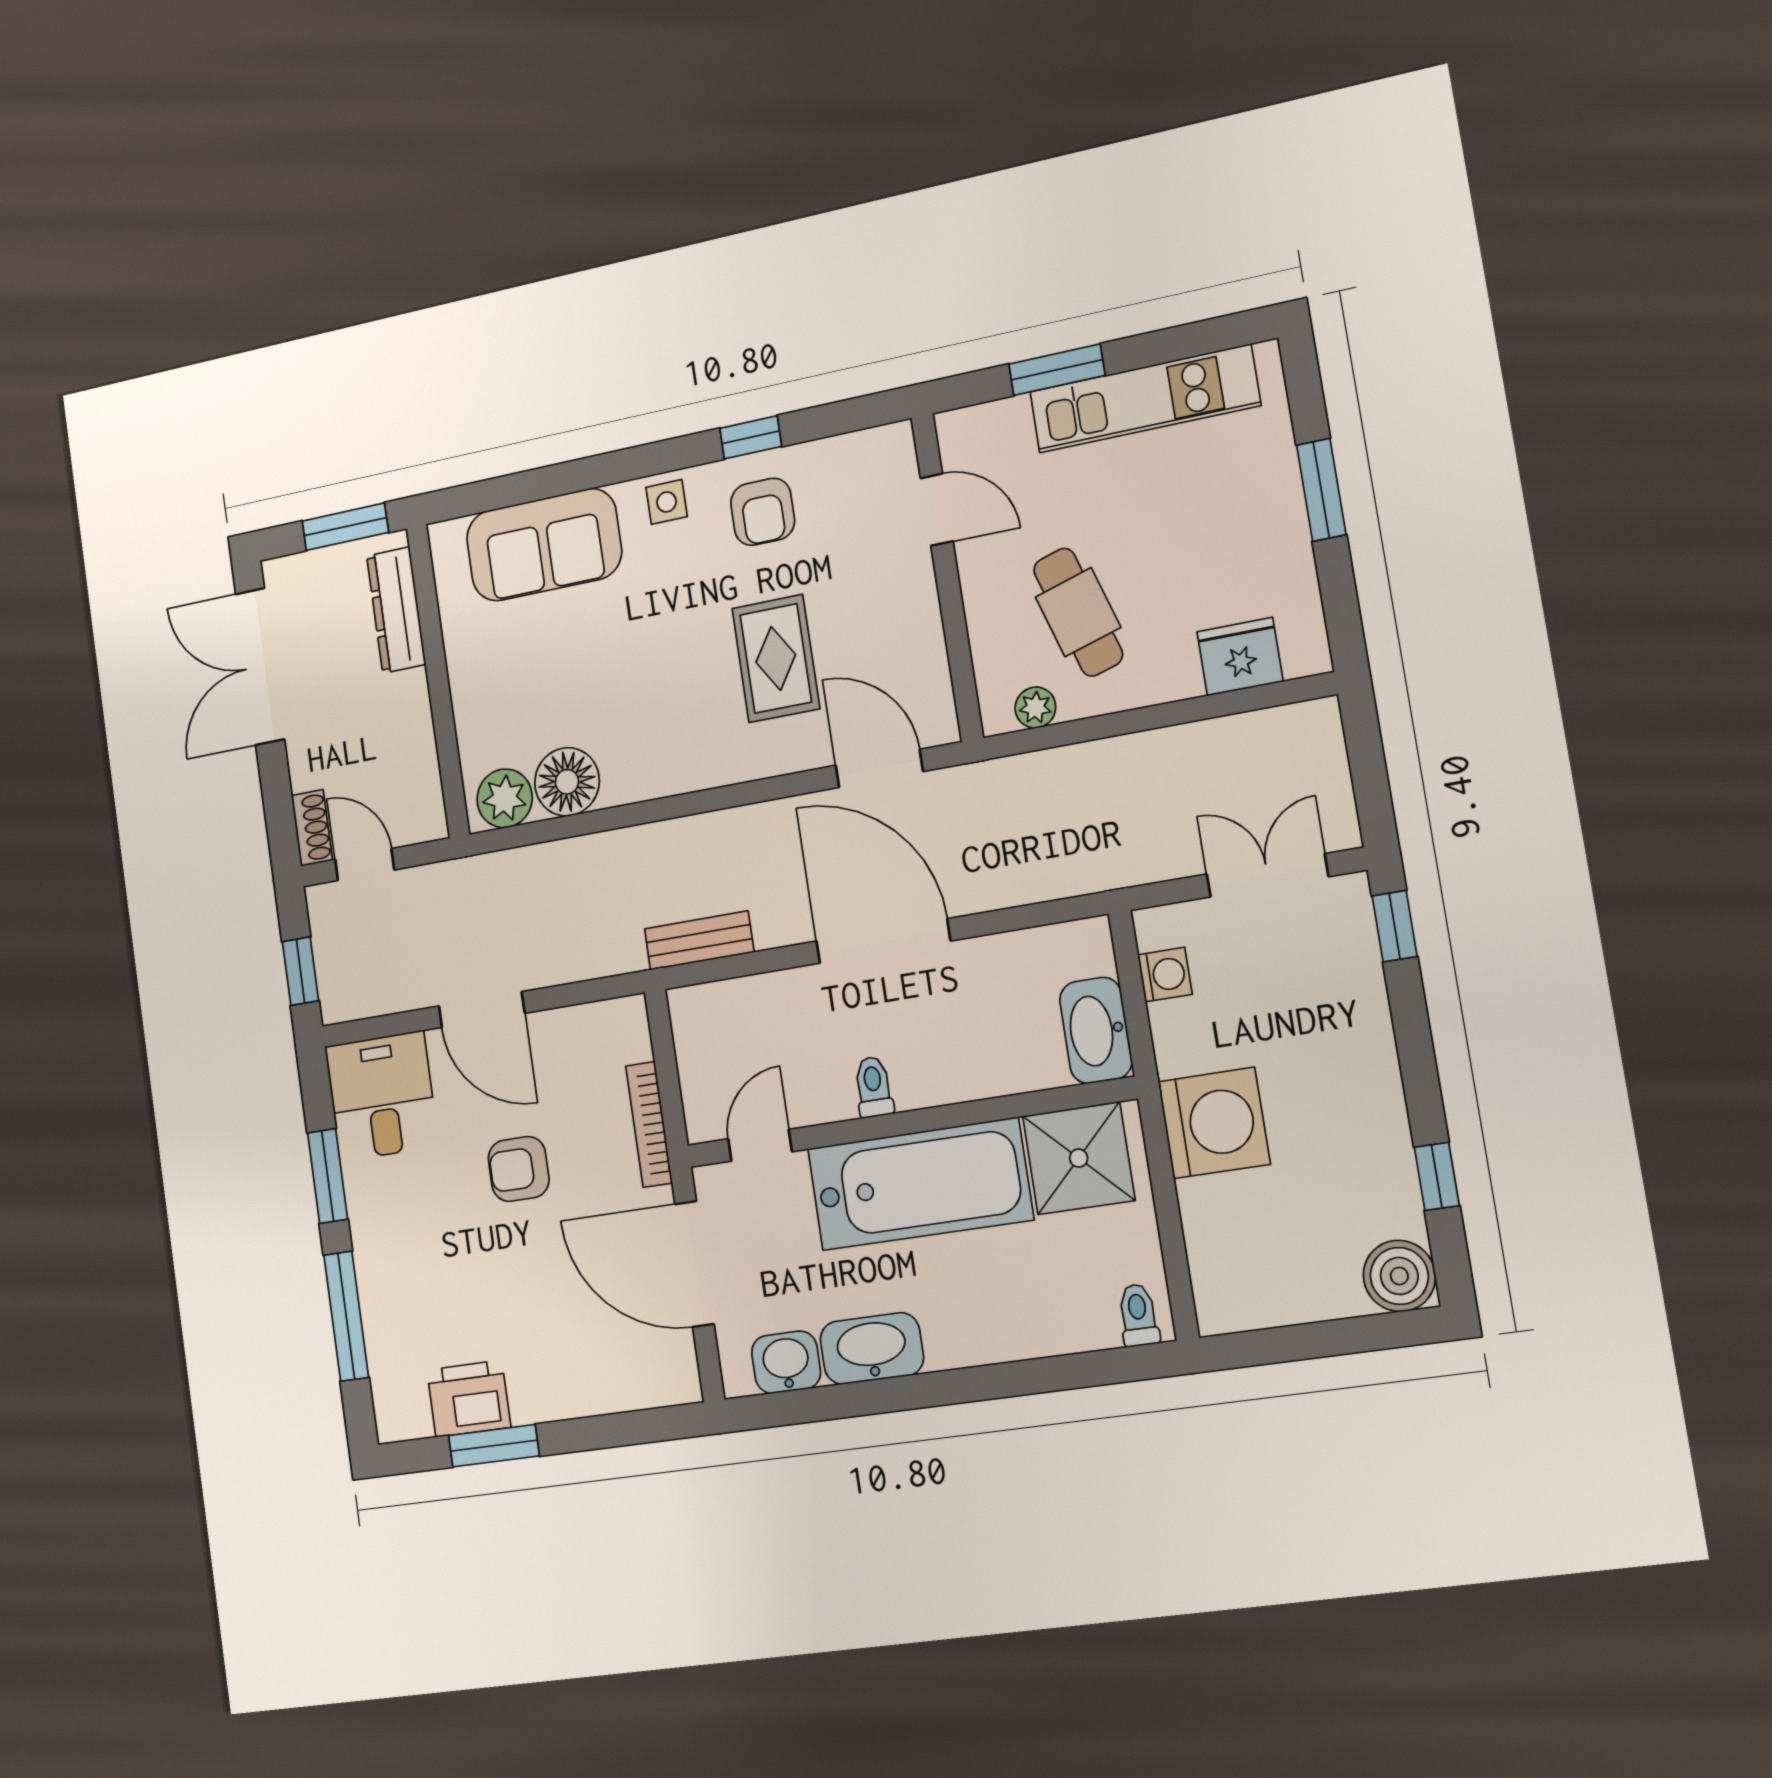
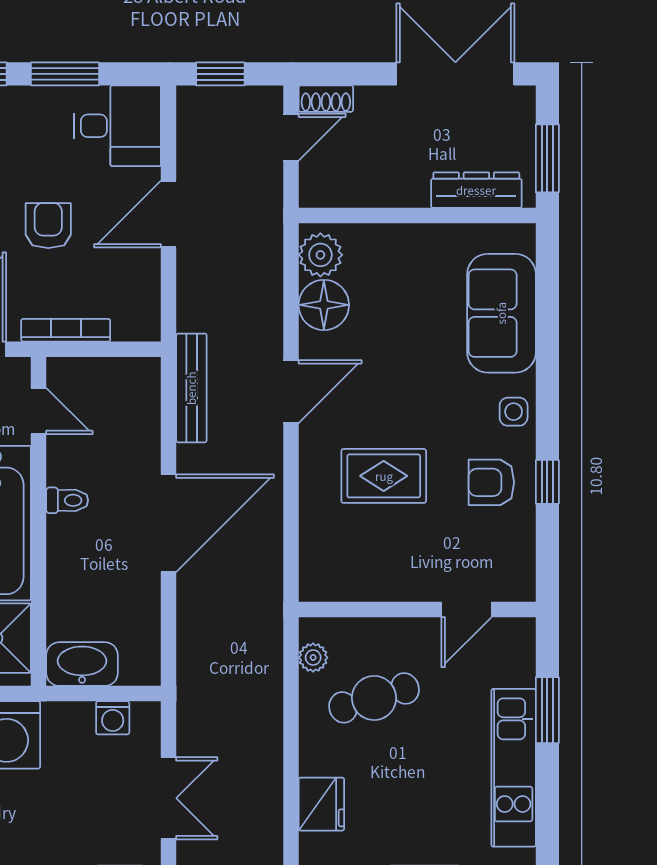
door: (879, 768) -> (291, 392), moved
bench: (699, 941) -> (191, 388), width x1.36

